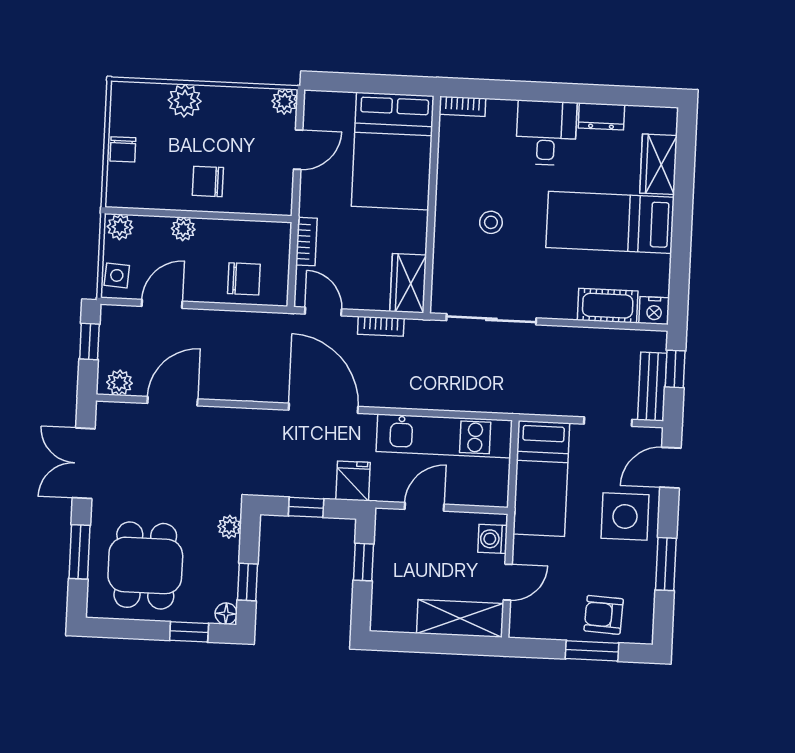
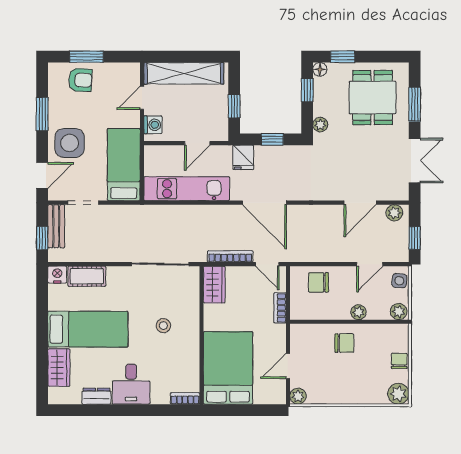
plant: (185, 101) -> (398, 394), moved
bookcase: (381, 326) -> (230, 256), width x1.56
shelving: (460, 618) -> (184, 73), width x1.47

